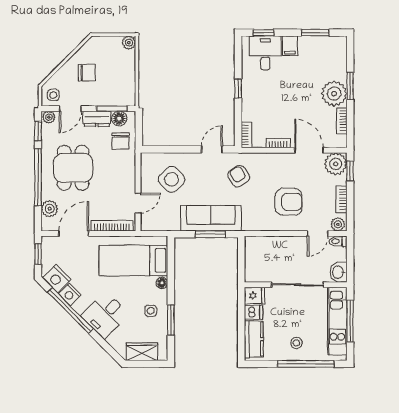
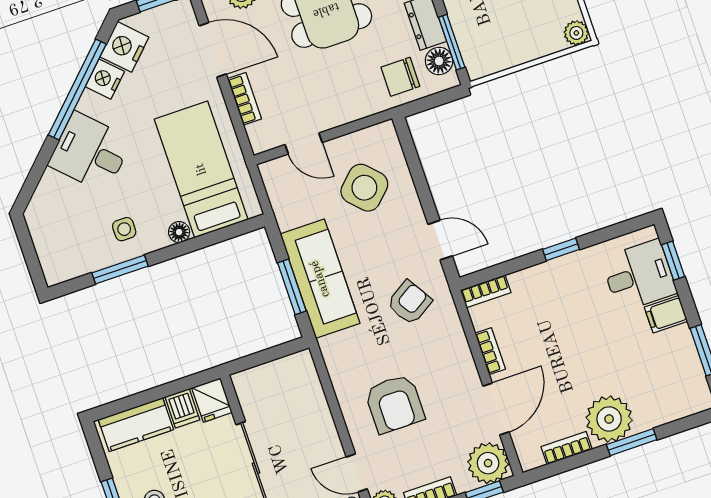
bookcase: (112, 226) -> (244, 99), width x0.64
wardrobe: (142, 352) -> (48, 238), removed

